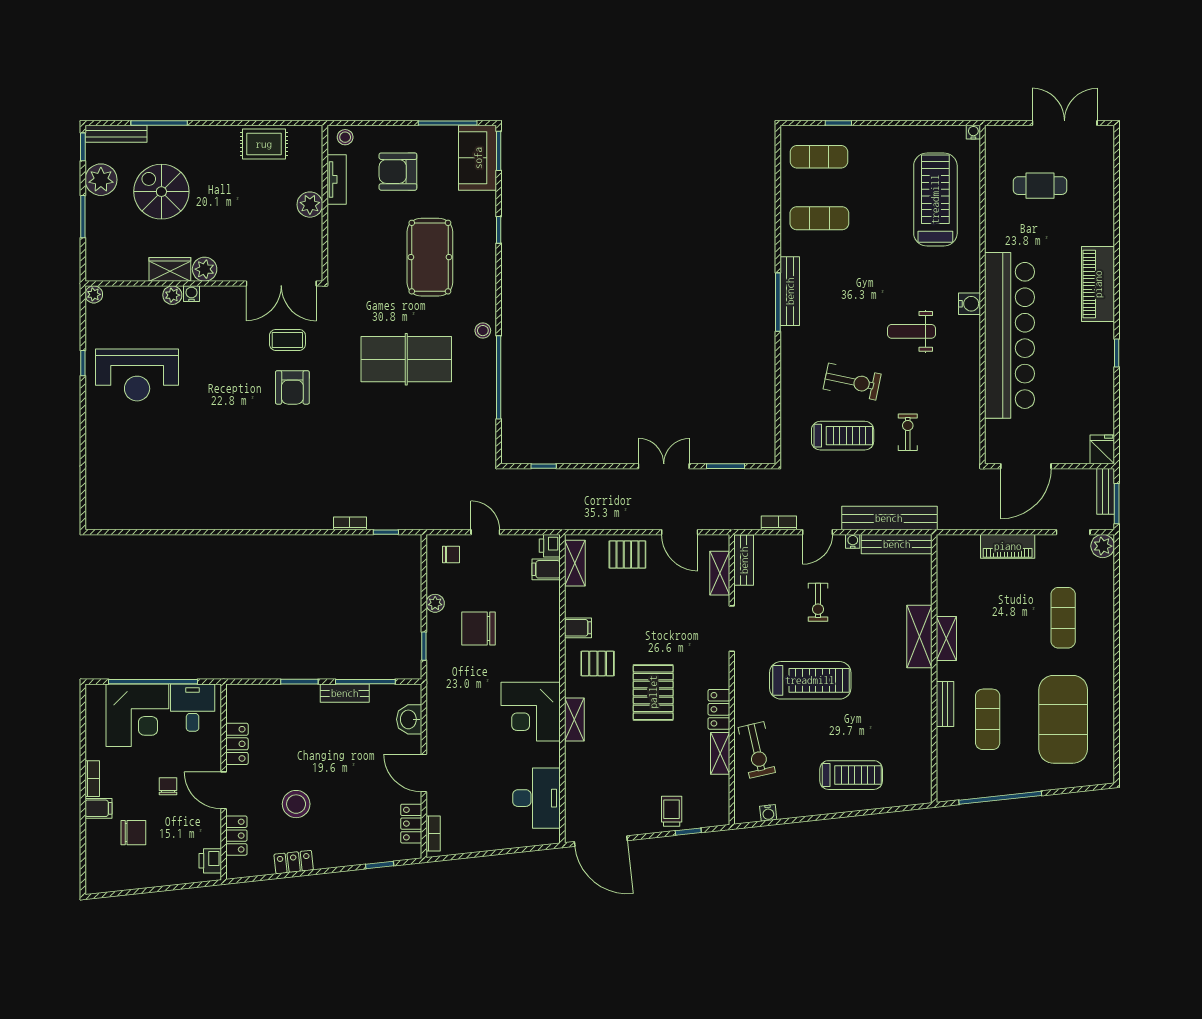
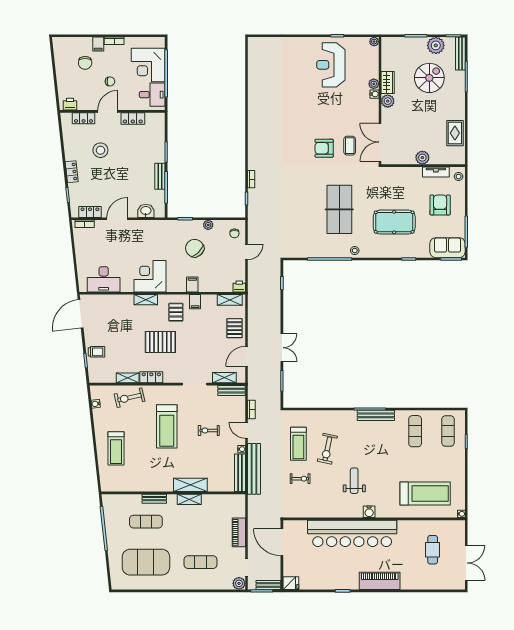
filing cabinet: (546, 569) -> (192, 284), moved
chair: (479, 629) -> (195, 248), turned -44
locker: (294, 862) -> (72, 172), moved

